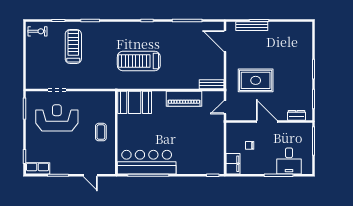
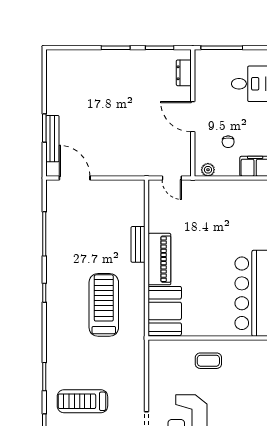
door: (225, 41) -> (75, 178), swing flipped
treadmill: (139, 61) -> (104, 305), turned 180
rug: (256, 80) -> (132, 133), removed
bench: (212, 84) -> (138, 244), moved
piano: (184, 99) -> (159, 259), moved
door: (267, 121) -> (193, 117), hinge flipped
plant: (231, 132) -> (208, 170), added

